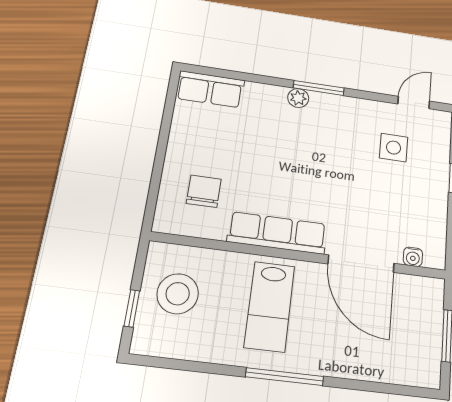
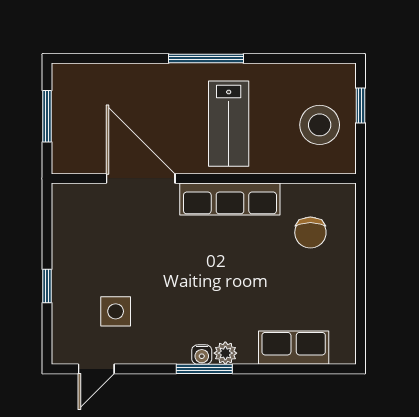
row of seats: (210, 89) -> (294, 348), moved
water cooler: (413, 257) -> (202, 355), moved, turned 180
lab bench: (270, 306) -> (229, 124), turned 180

